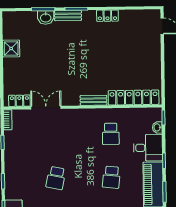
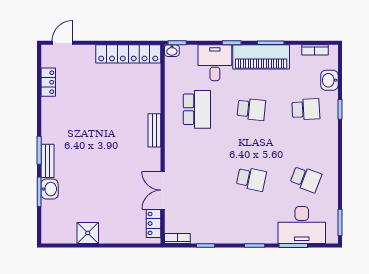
locker: (107, 16) -> (48, 82), moved
locker: (134, 97) -> (128, 54), moved, turned -90
washbasin: (157, 127) -> (172, 51), moved
school desk: (111, 134) -> (197, 109), width x1.85

